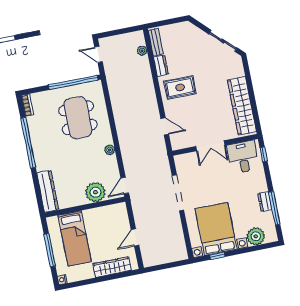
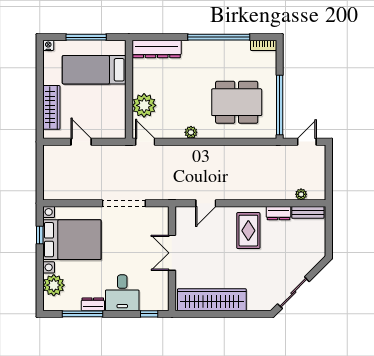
desk: (243, 157) -> (122, 293), moved, turned 90

